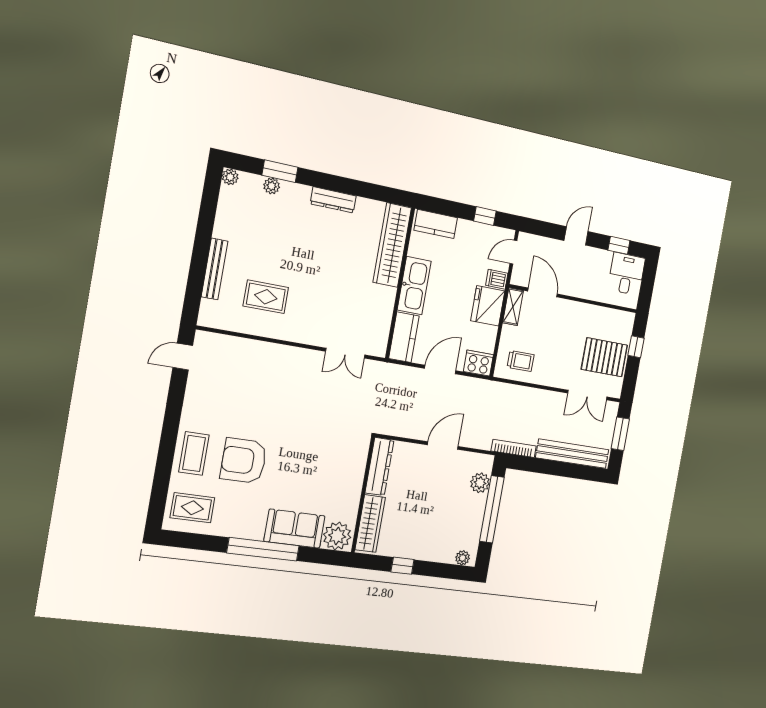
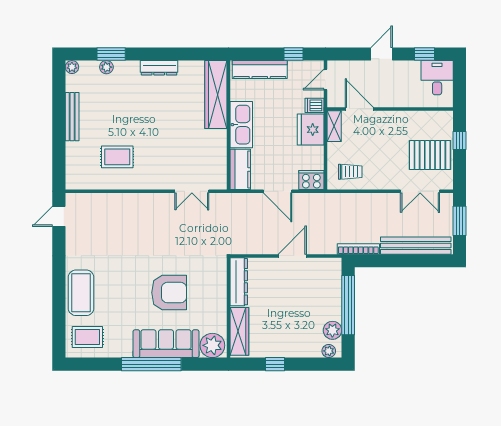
kitchen counter: (436, 224) -> (260, 70), width x1.50
bench: (215, 269) -> (72, 117), moved
door: (440, 370) -> (278, 191), swing flipped
coffee table: (194, 453) -> (81, 293), width x1.36, depth x1.32
armchair: (244, 461) -> (169, 293), moved, turned 180
plant: (480, 483) -> (332, 330), moved
sofa: (295, 529) -> (166, 344), width x1.36

